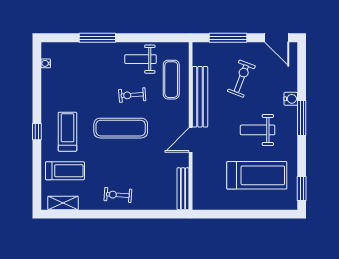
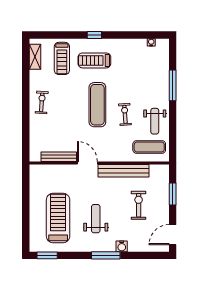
window: (228, 38) -> (173, 194), width x0.69
weight bench: (140, 59) -> (155, 121), turned 180
exercise bike: (241, 79) -> (139, 205), turned -111
exercise mat: (171, 80) -> (149, 147), moved
treadmill: (67, 132) -> (94, 60), turned 180
treadmill: (257, 175) -> (58, 218), turned 180
bench: (183, 189) -> (59, 157), moved

